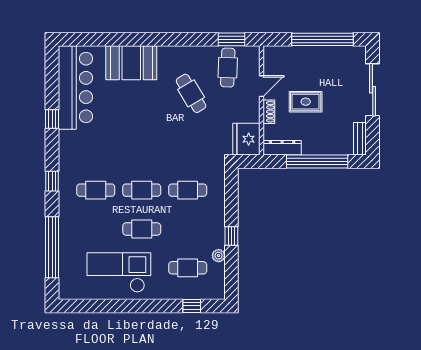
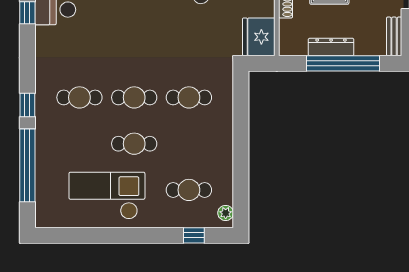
dresser: (282, 148) -> (331, 47), moved
window: (52, 181) -> (27, 105), moved
window: (231, 236) -> (241, 152), removed
plant: (219, 256) -> (226, 213), moved

